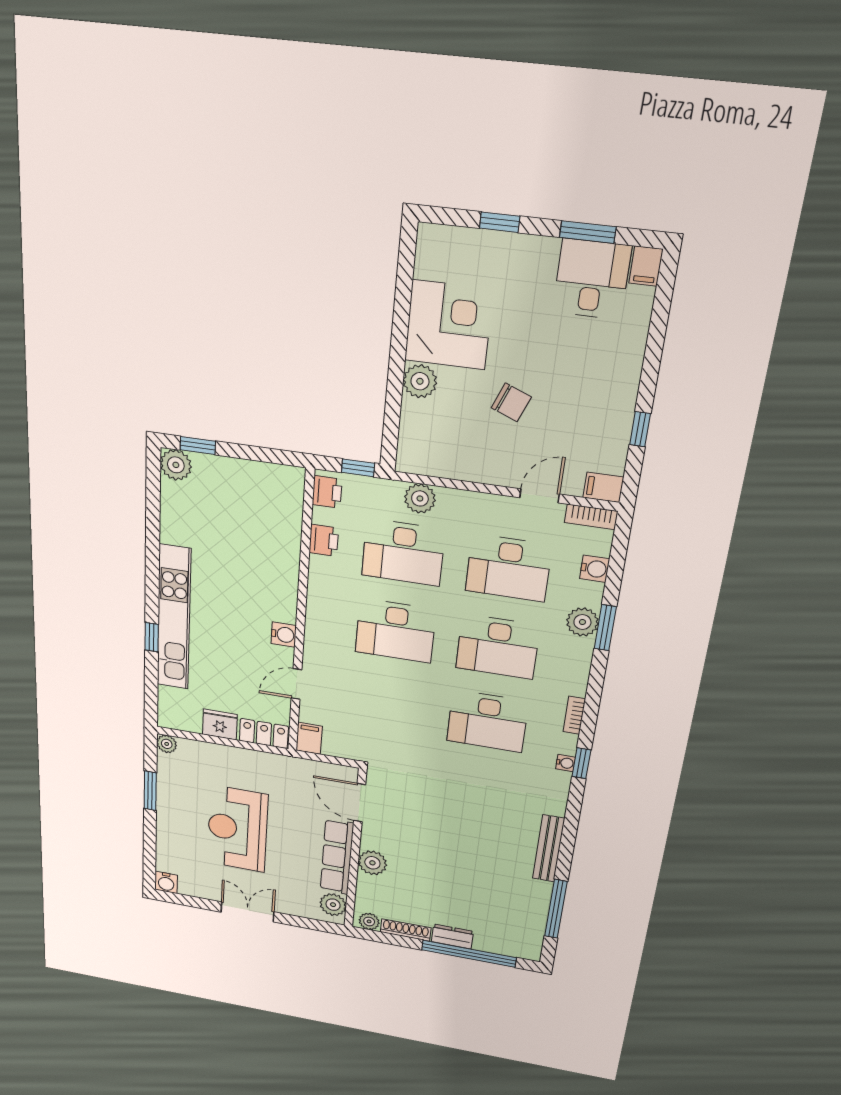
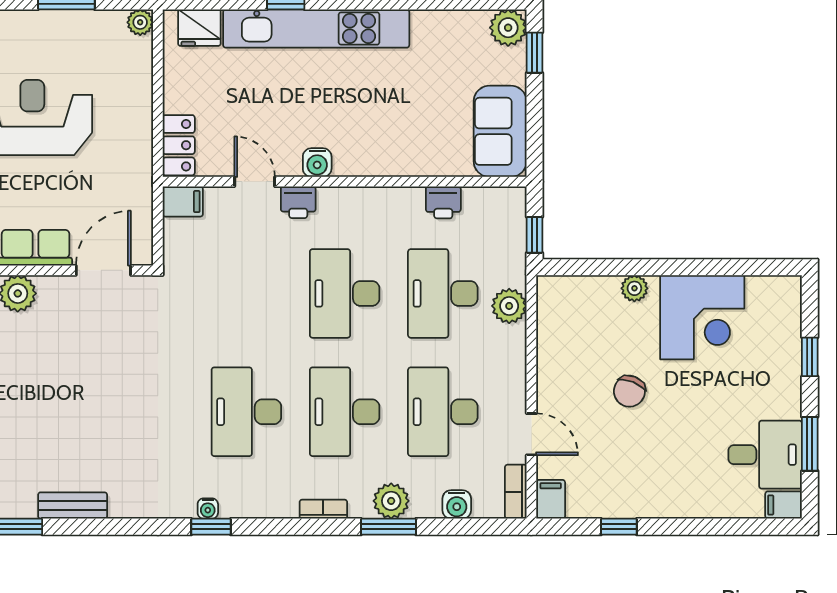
plant: (420, 381) -> (634, 288), width x0.73, depth x0.73
sofa: (265, 484) -> (500, 131), added
printer: (327, 492) -> (298, 202), moved
bookcase: (574, 715) -> (323, 509), moved
fridge: (220, 724) -> (199, 28), moved, turned 90
bench: (549, 848) -> (73, 506), width x0.73

